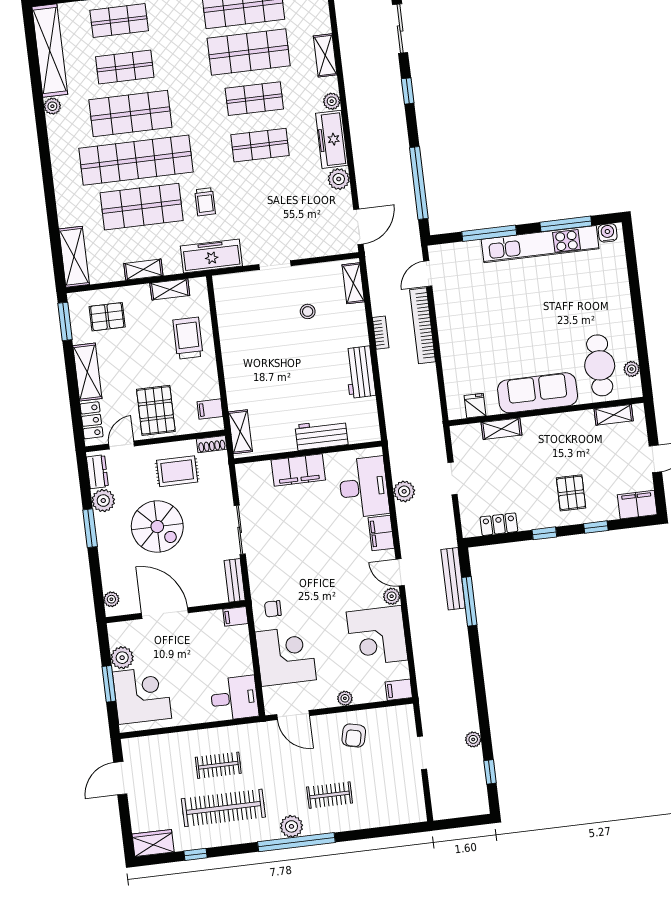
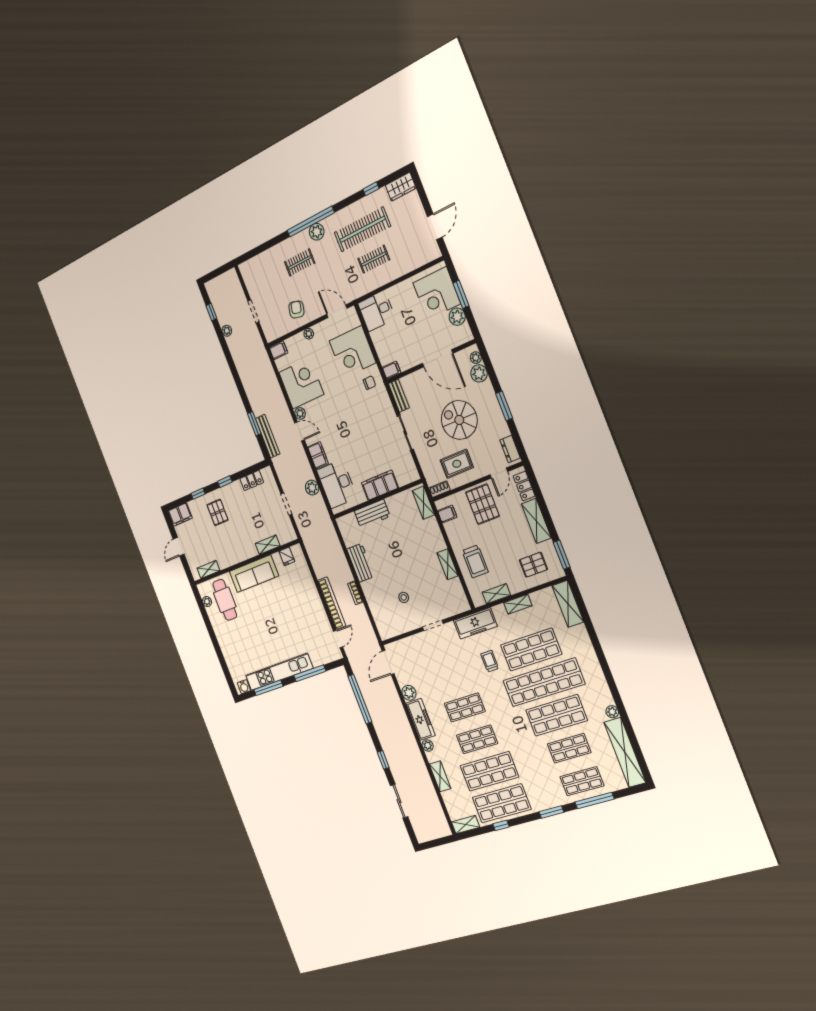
shelving: (353, 283) -> (448, 564), moved
plant: (103, 501) -> (479, 373), moved
window: (469, 601) -> (254, 424), width x0.69

